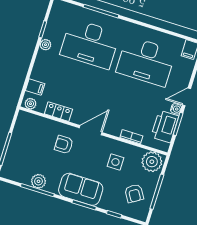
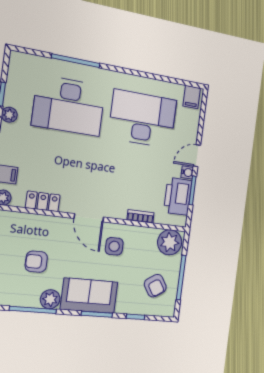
desk: (146, 61) -> (143, 119), turned 180
door: (91, 130) -> (89, 218), swing flipped
armchair: (64, 145) -> (36, 262), moved
side table: (115, 162) -> (114, 246), moved
plant: (38, 181) -> (50, 299), moved

